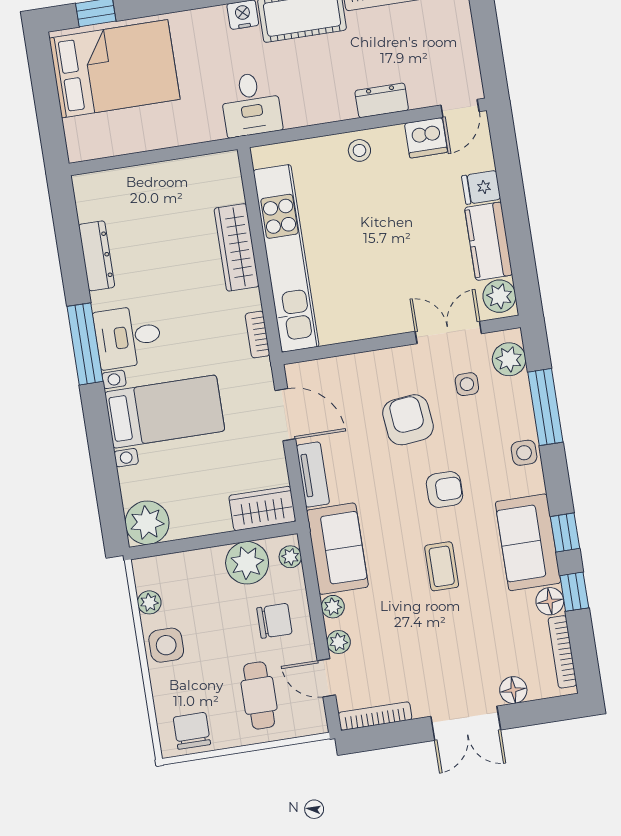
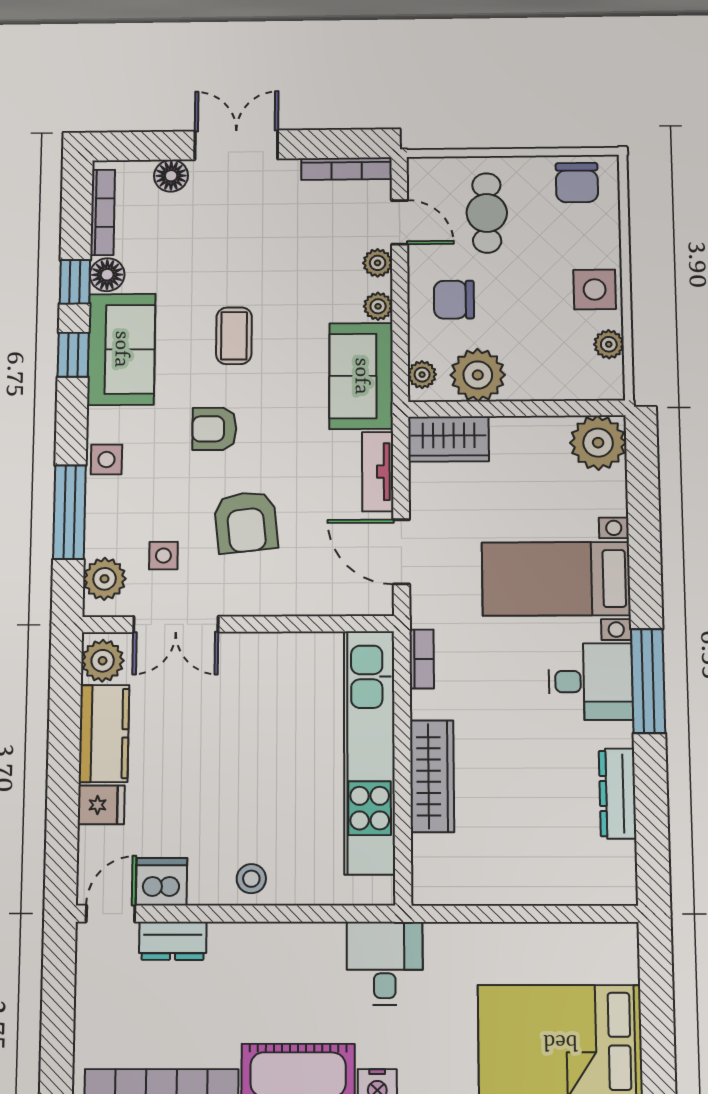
dresser: (382, 100) -> (173, 941), moved

